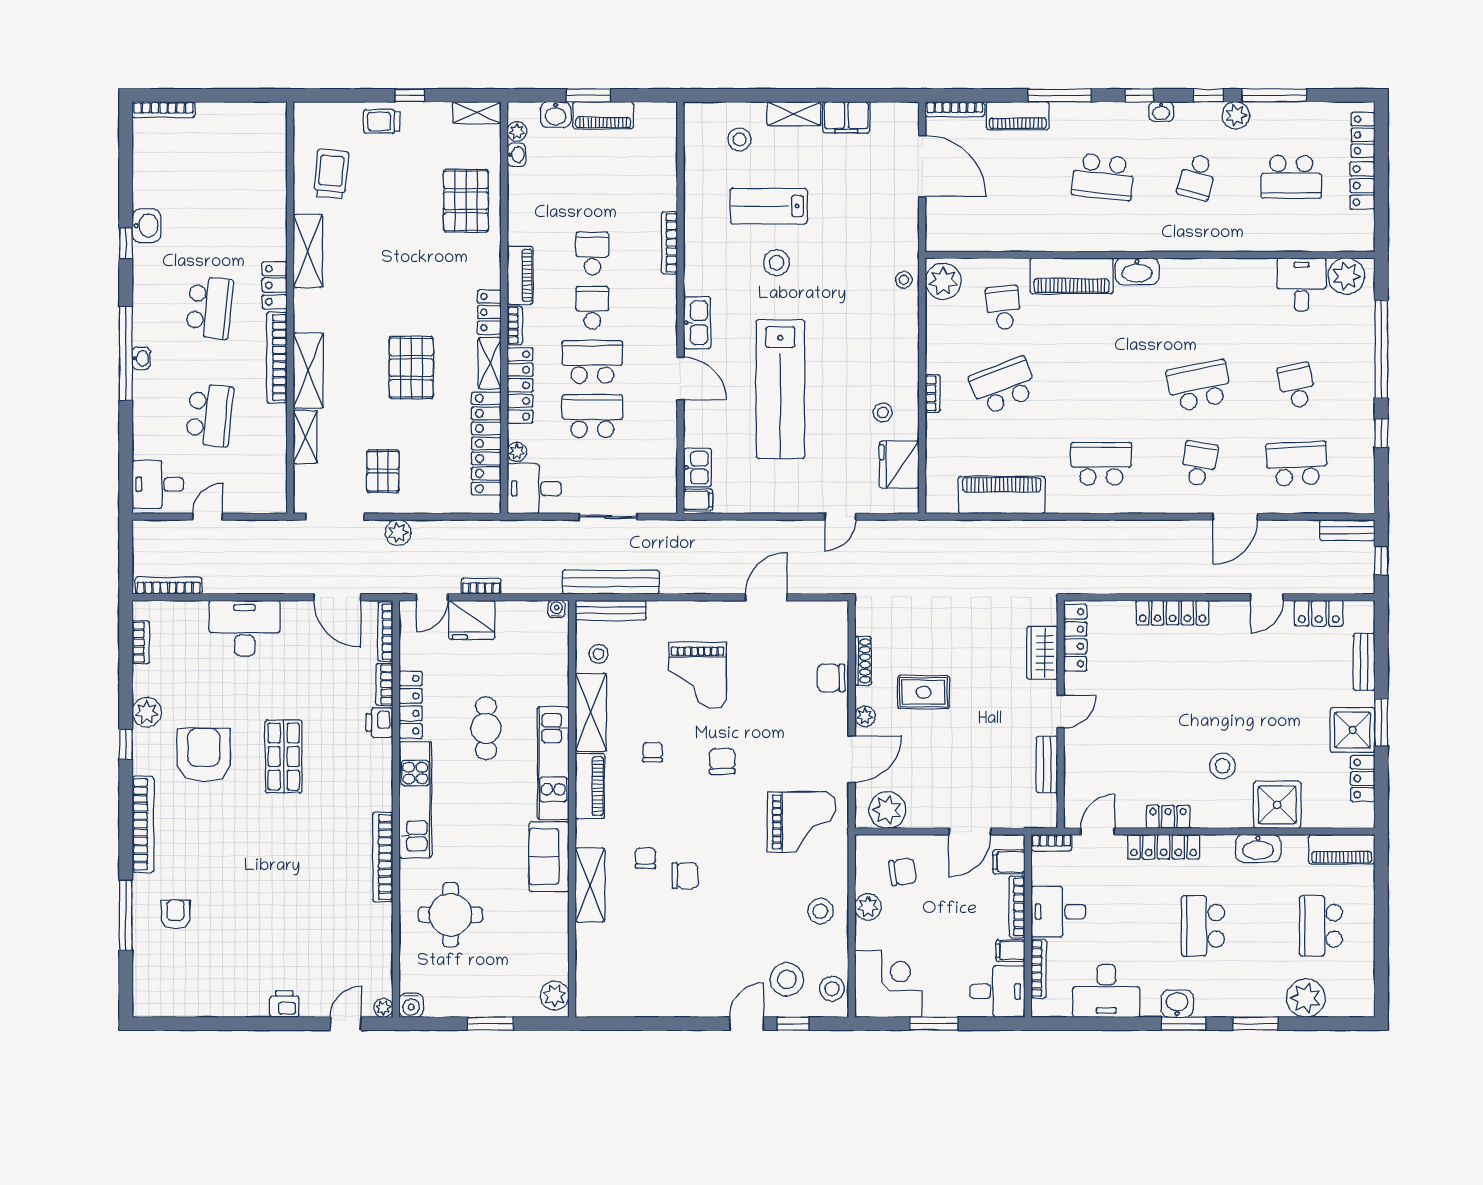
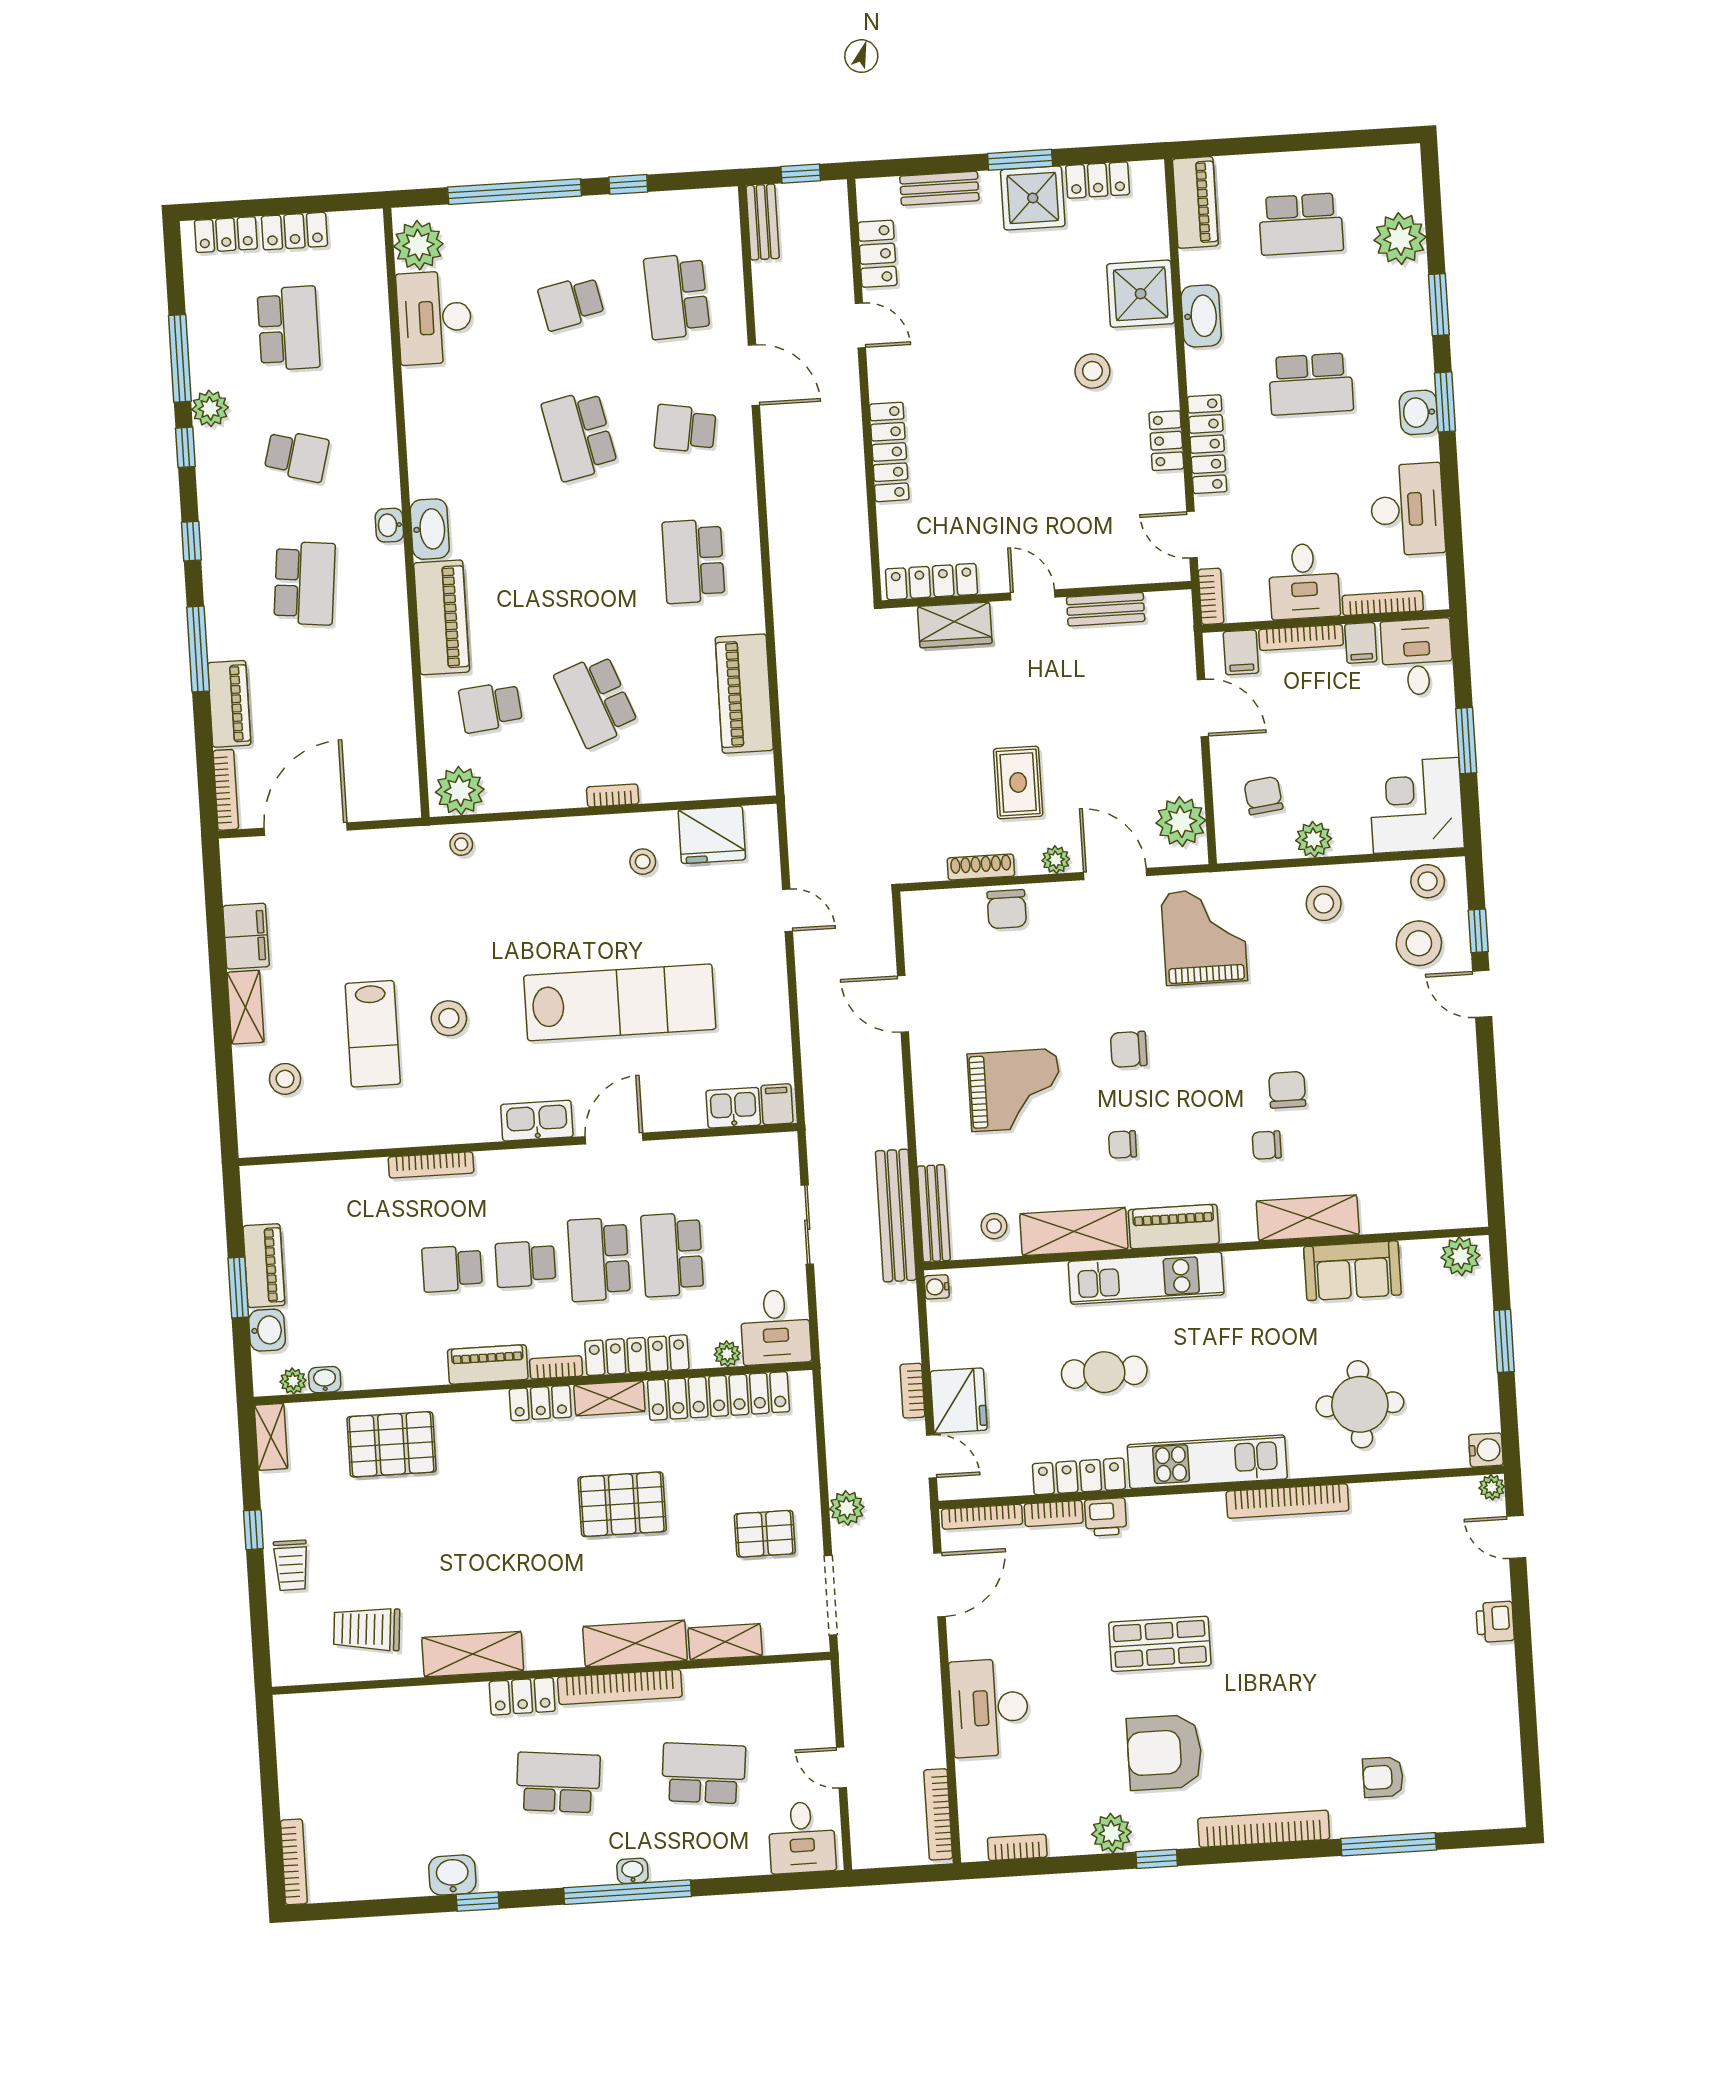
washbasin: (1161, 112) -> (389, 525), moved, turned 180
desk: (1301, 284) -> (434, 318), width x1.37
sofa: (549, 857) -> (1352, 1271), moved

